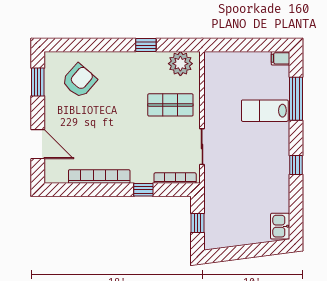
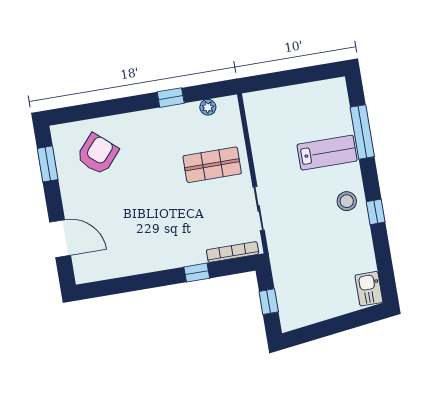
filing cabinet: (280, 58) -> (335, 86), removed
plant: (180, 64) -> (208, 107), width x0.53, depth x0.53
lab bench: (265, 111) -> (327, 153), turned 180
stool: (274, 152) -> (347, 201), added
bookcase: (99, 176) -> (141, 265), removed

